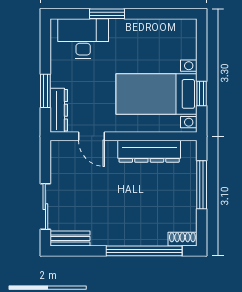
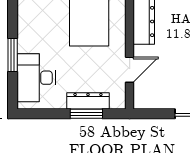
dresser: (59, 110) -> (88, 101), moved

